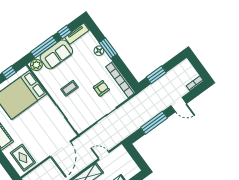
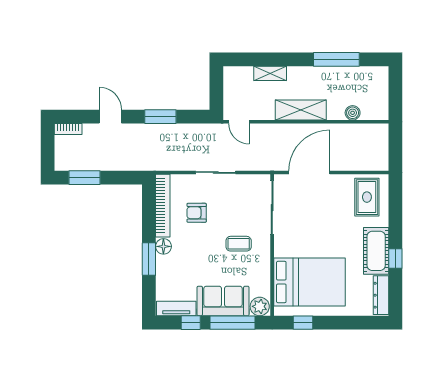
floor lamp: (99, 51) -> (163, 246), moved
window: (156, 75) -> (85, 178), moved
window: (154, 123) -> (160, 117), width x0.69
door: (104, 156) -> (239, 122), moved

